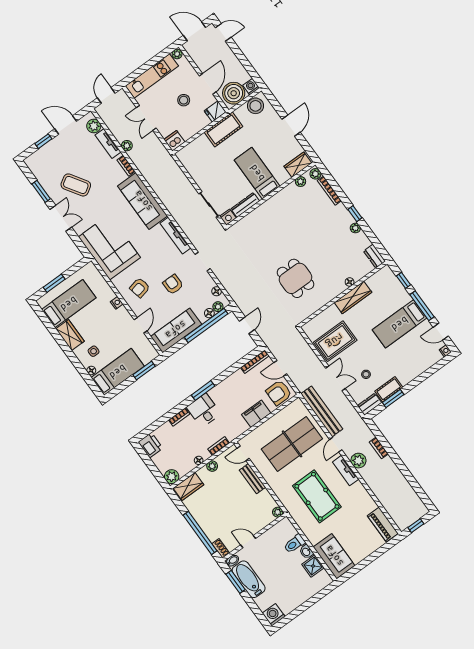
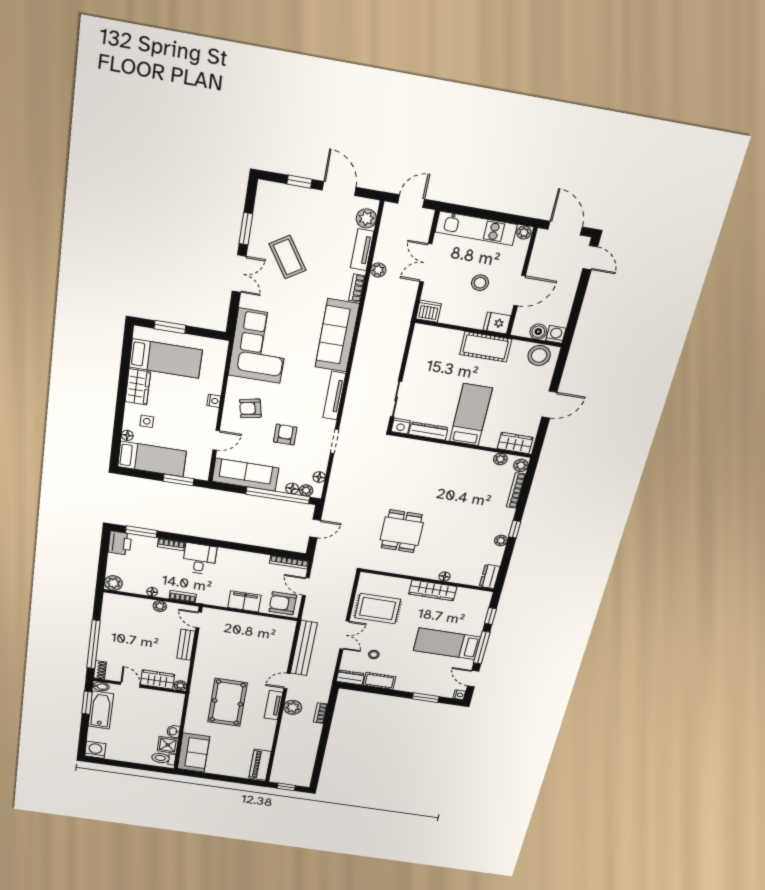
boiler: (234, 93) -> (538, 332), width x0.54, depth x0.54
window: (203, 391) -> (141, 532), moved
window: (393, 399) -> (426, 698), moved
table tennis table: (292, 444) -> (250, 649), removed
wardrobe: (189, 486) -> (157, 680), moved, turned 180
toilet: (294, 544) -> (163, 758), moved

